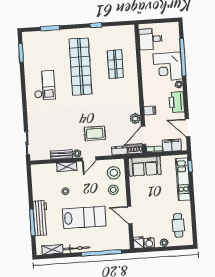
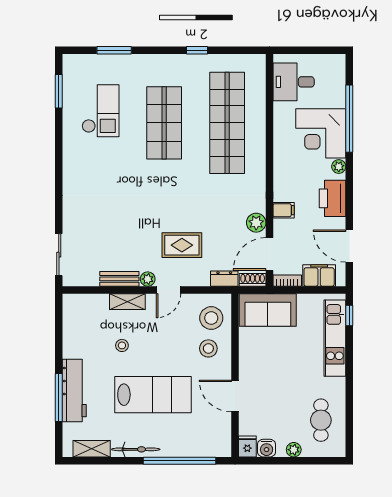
shop shelf: (115, 64) -> (227, 123), width x2.00, depth x1.36
shop shelf: (80, 67) -> (164, 123), width x0.71
checkout: (44, 85) -> (100, 111), moved

